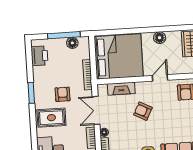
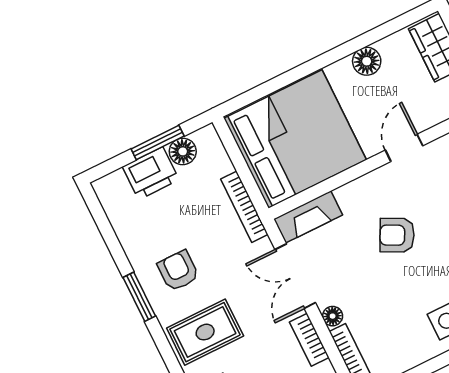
window: (64, 35) -> (158, 142), width x0.69
printer: (39, 56) -> (151, 173), moved, turned 90
fireplace: (121, 89) -> (308, 217), moved
armchair: (63, 94) -> (178, 271), moved

